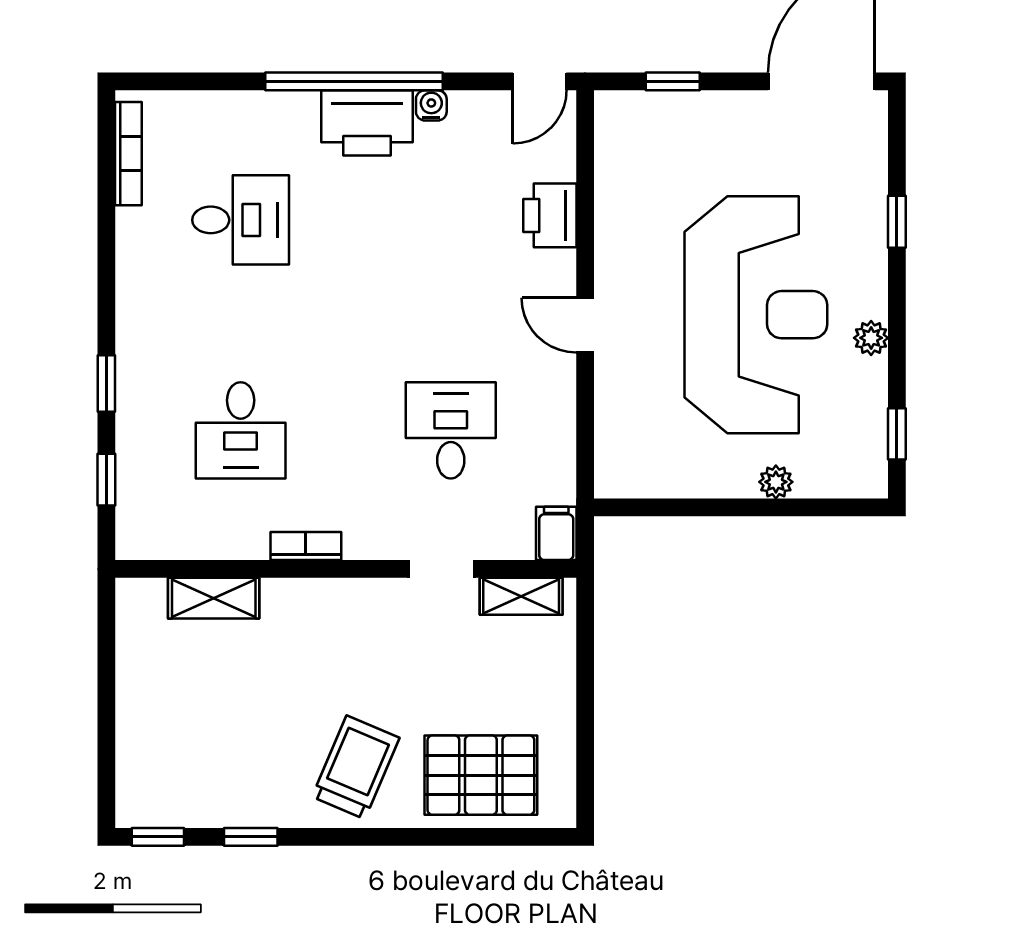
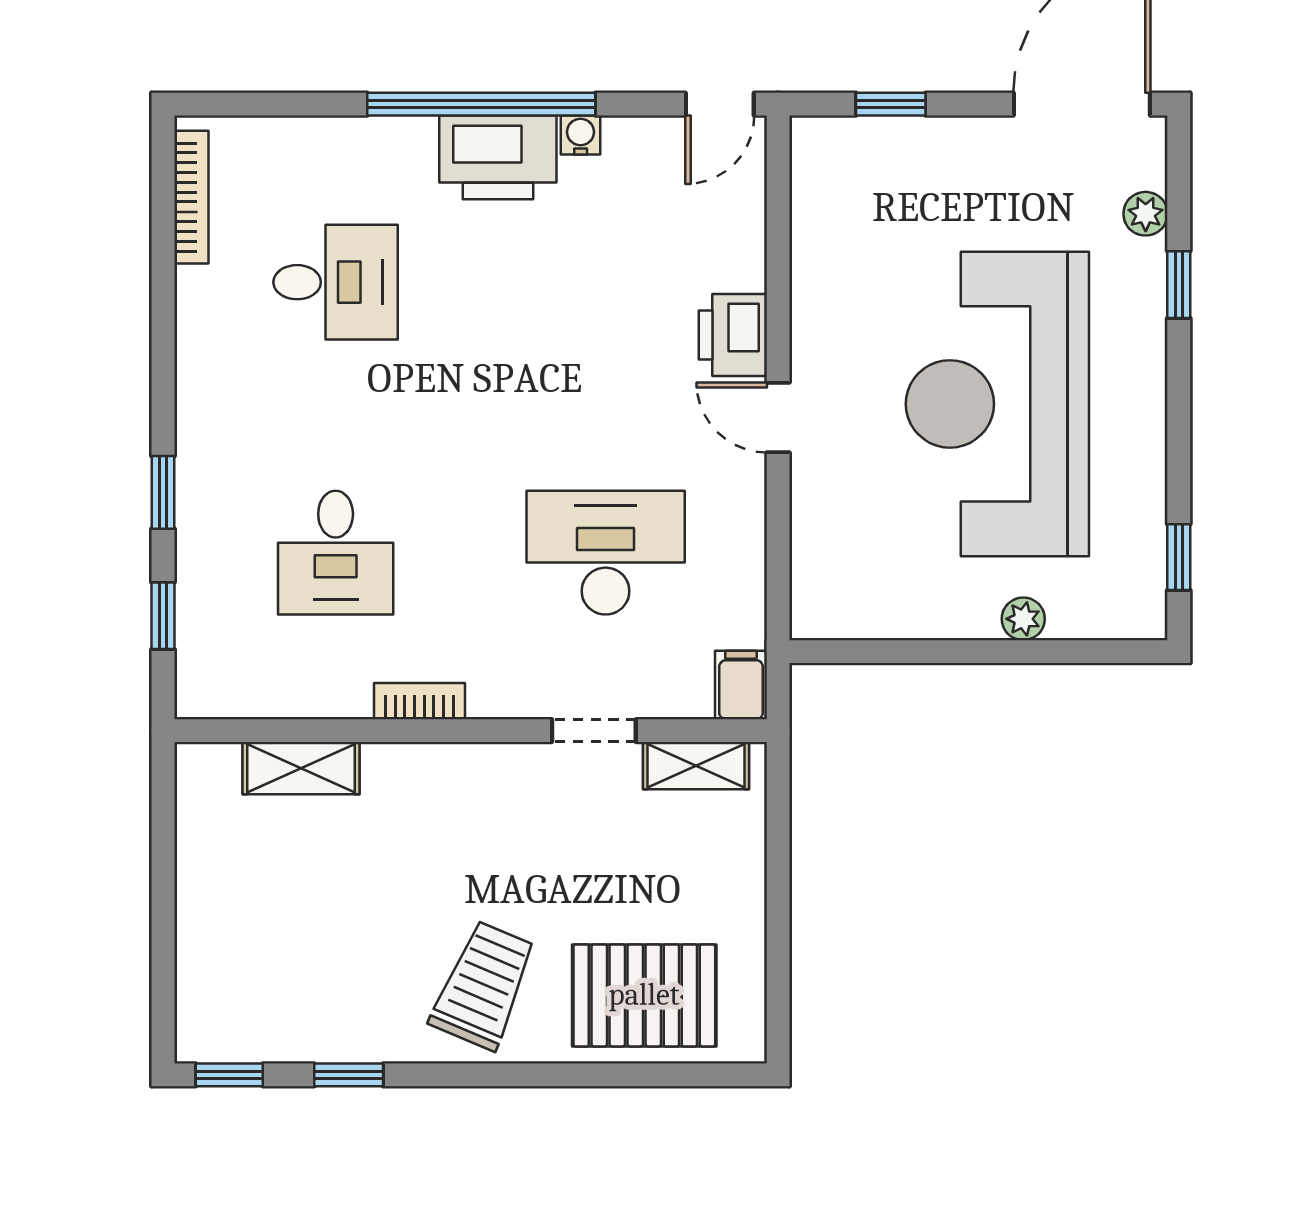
printer: (550, 215) -> (733, 335), moved
reception desk: (756, 315) -> (997, 404), turned 180
plant: (871, 338) -> (1146, 214), moved
desk: (451, 430) -> (606, 553), width x1.37

